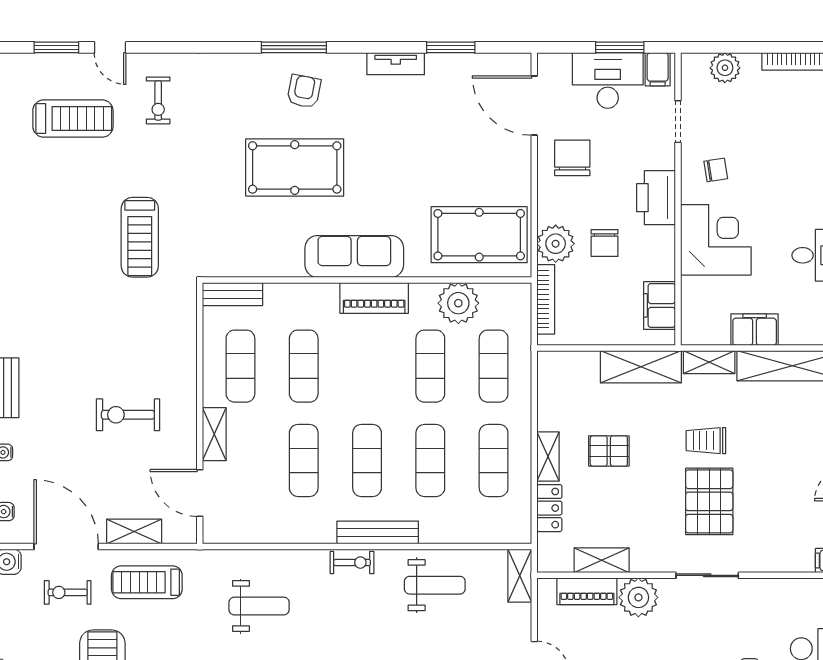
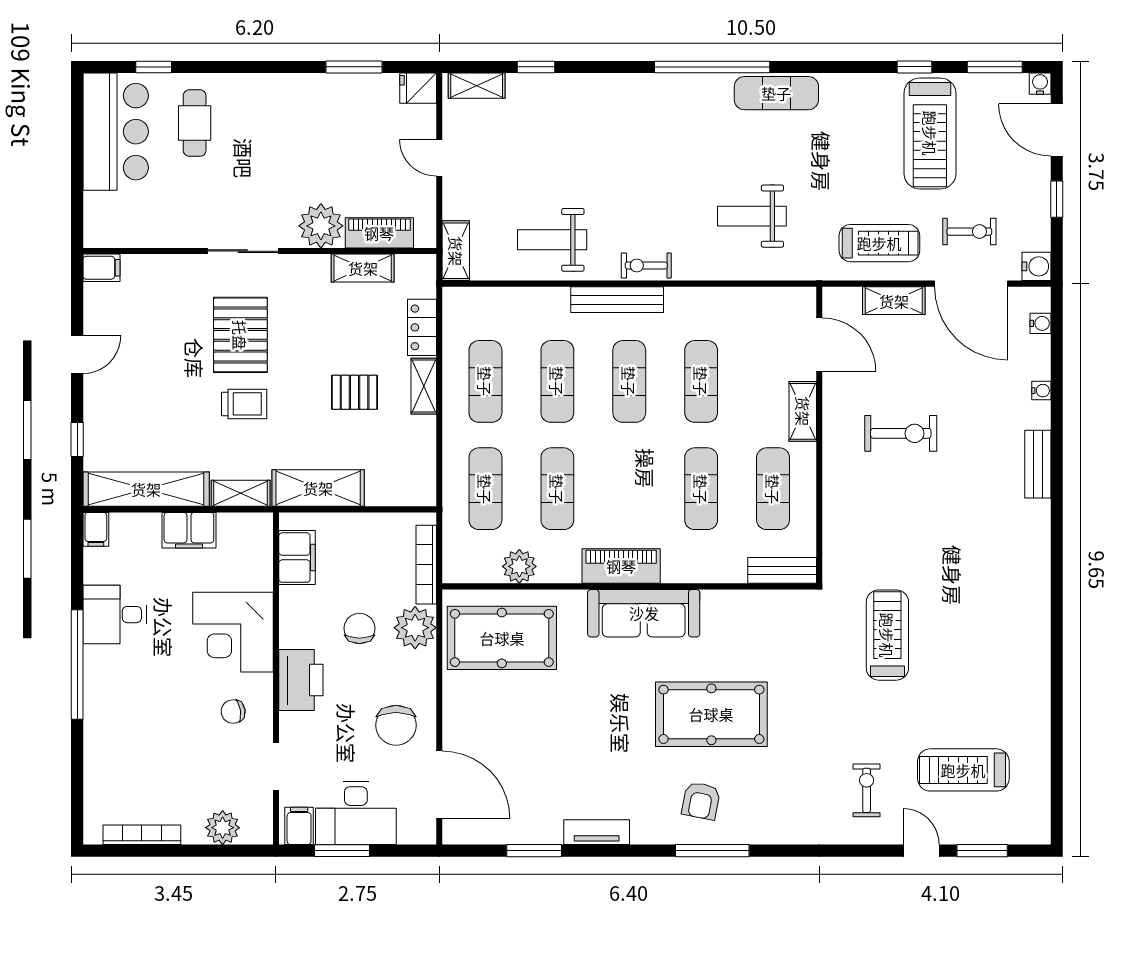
plant: (458, 303) -> (519, 566), width x0.73, depth x0.73

